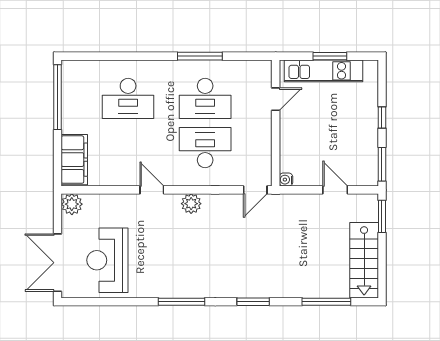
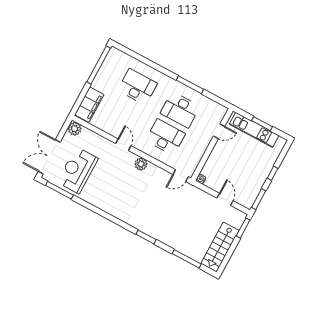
desk: (128, 98) -> (137, 87), turned 180
window: (182, 302) -> (59, 190), moved

